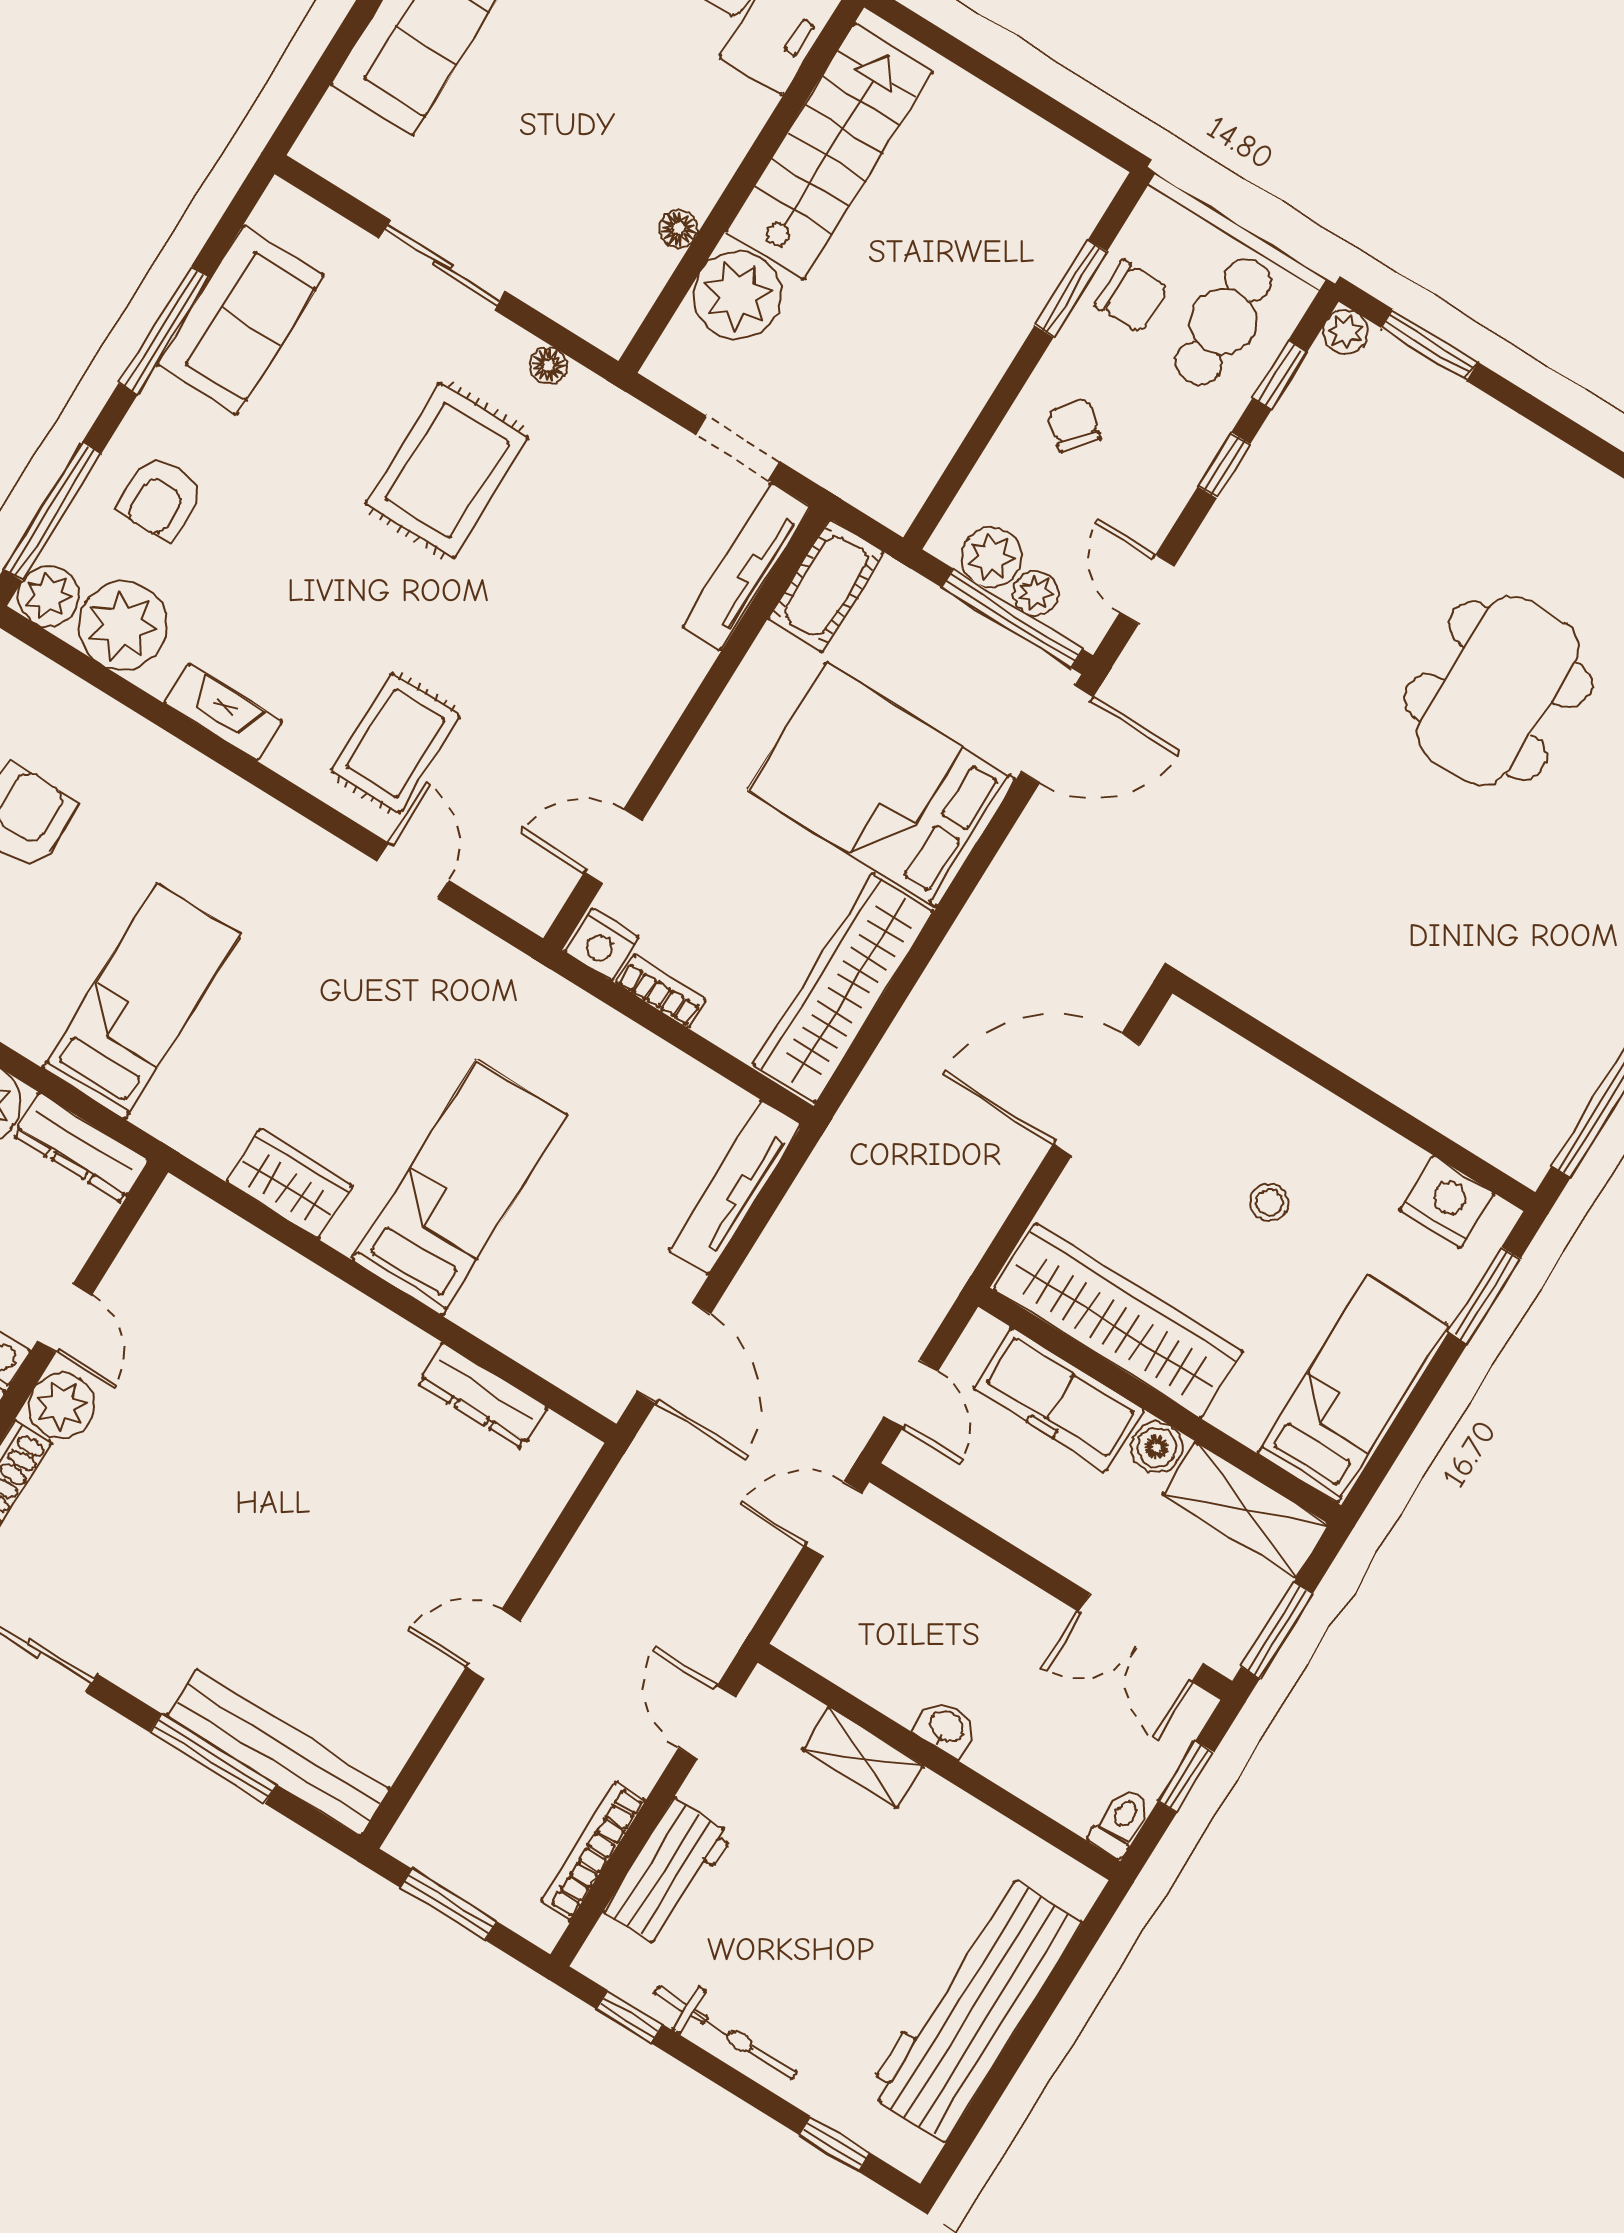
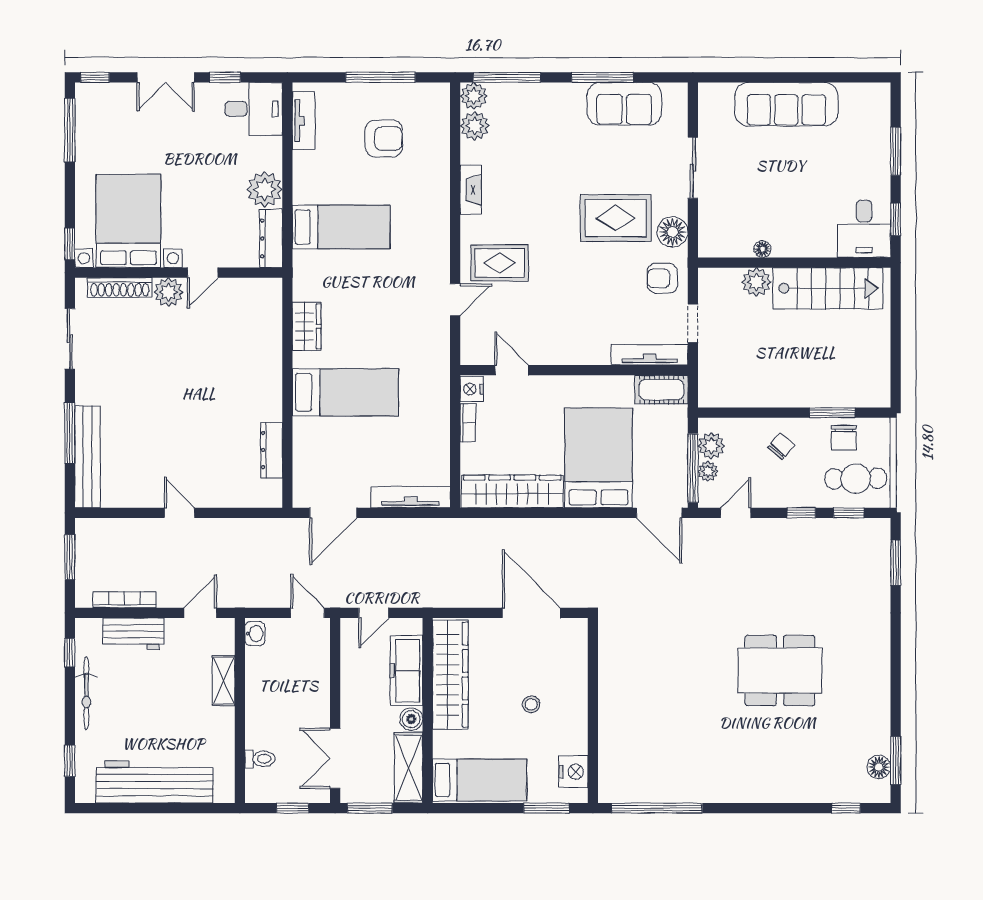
plant: (737, 295) -> (756, 282), width x0.73, depth x0.73
plant: (1346, 332) -> (881, 528), removed
floor lamp: (549, 365) -> (673, 232), width x1.89, depth x1.89
armchair: (160, 498) -> (662, 278), moved
plant: (123, 626) -> (475, 126), width x0.73, depth x0.73
washbasin: (946, 1727) -> (255, 634), moved
toilet: (1121, 1822) -> (260, 759), moved

